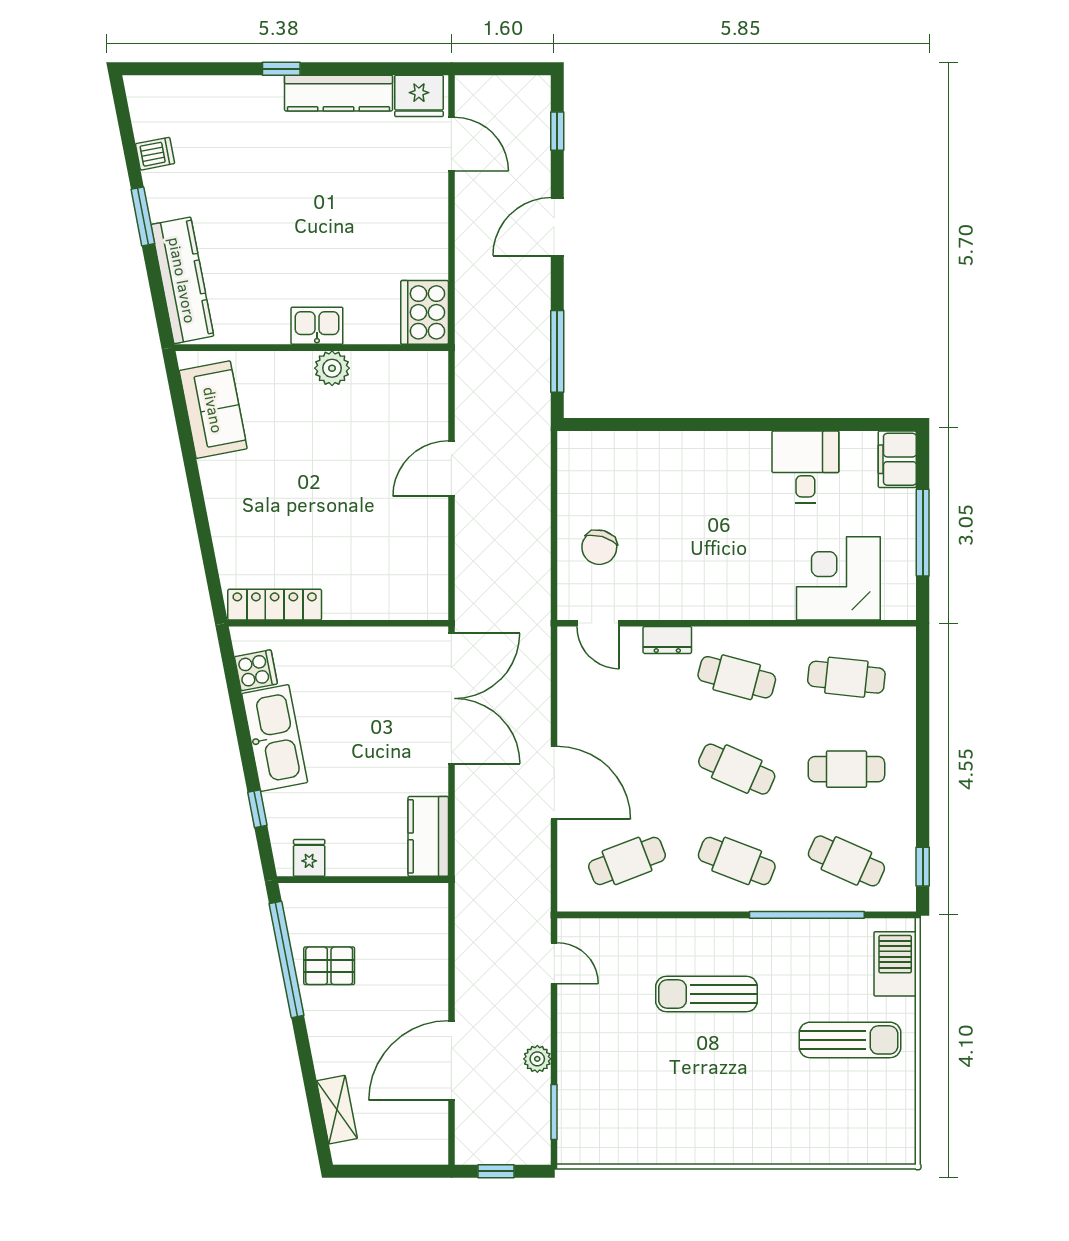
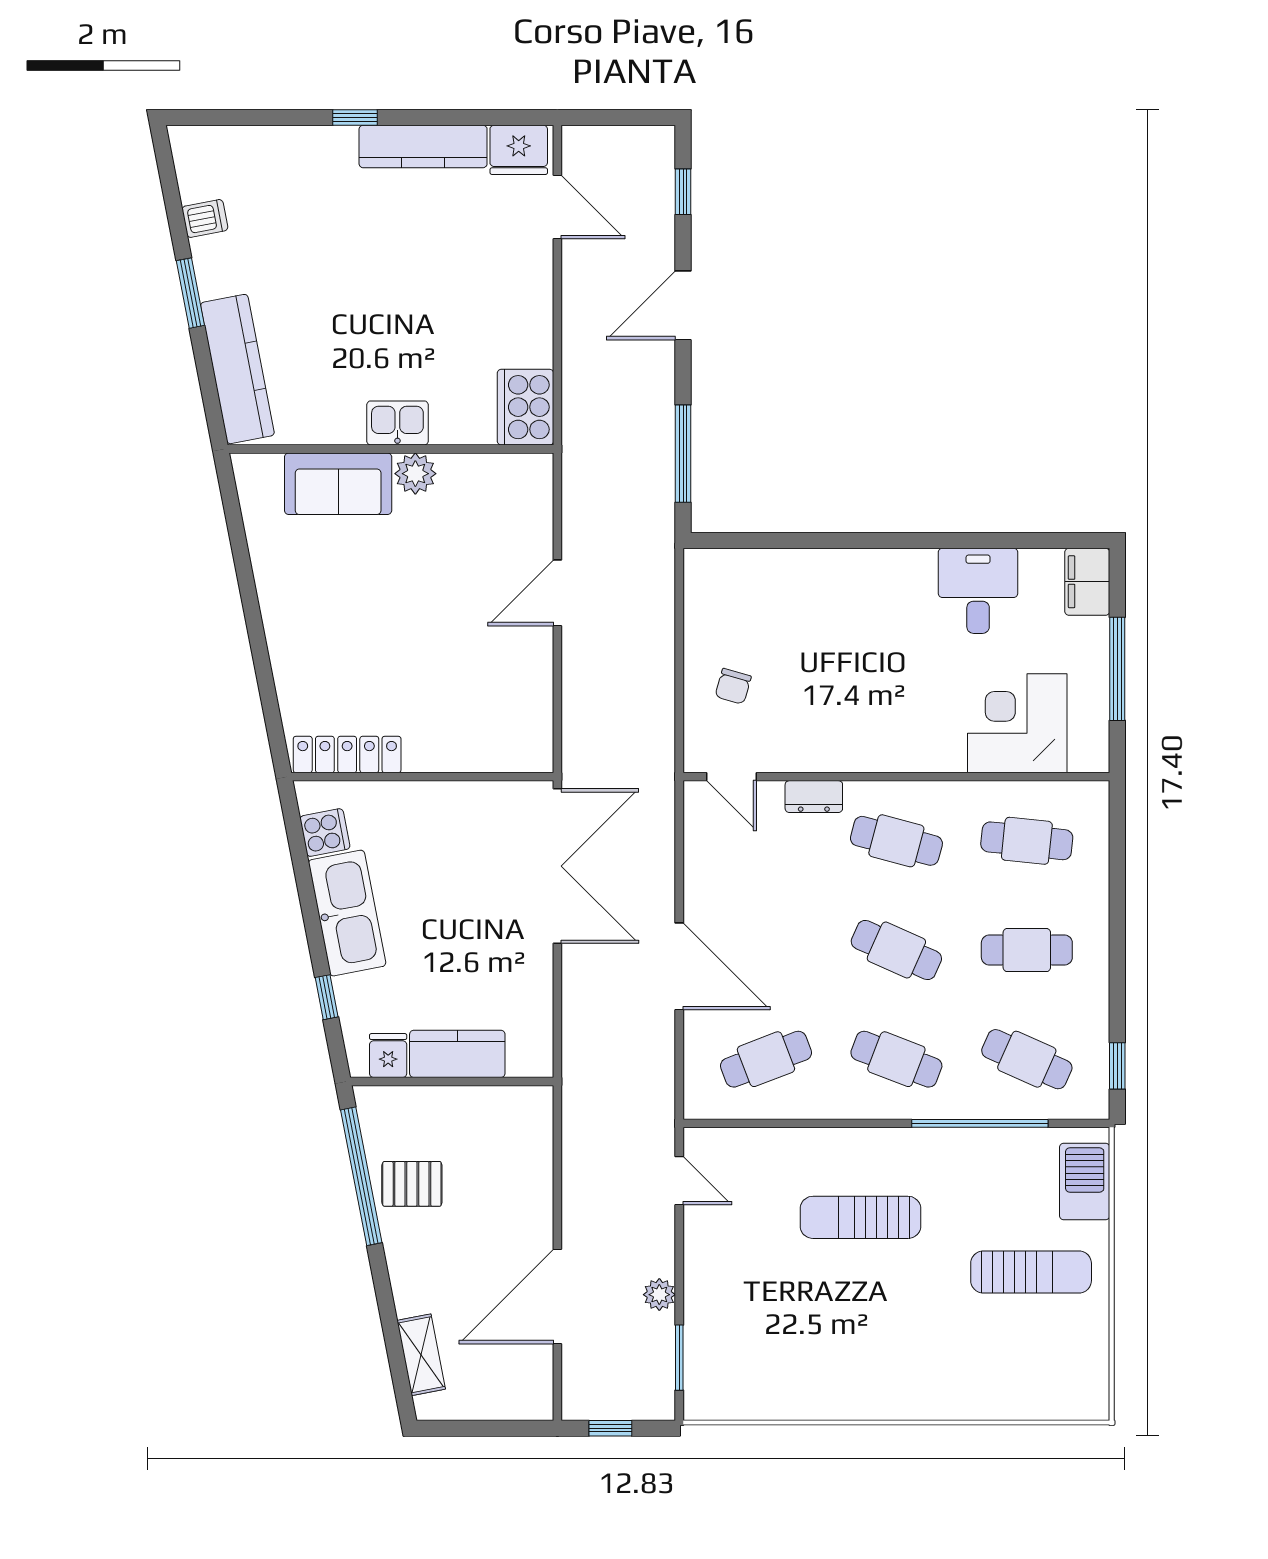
sofa: (213, 410) -> (338, 484), moved, turned 101
chair: (599, 547) -> (733, 686), width x0.73, depth x0.73
kitchen counter: (428, 836) -> (457, 1054), moved, turned 90

